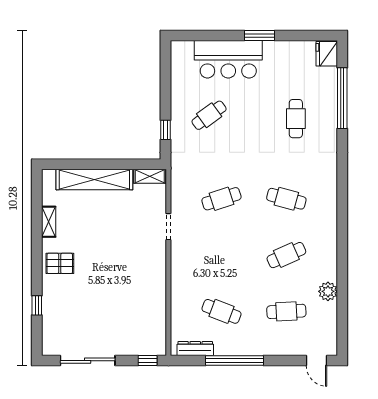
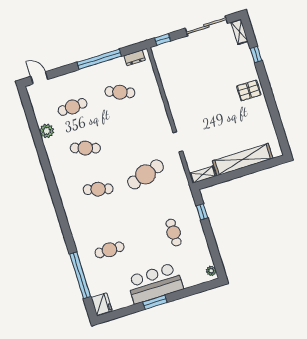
plant: (177, 53) -> (211, 271), added
bar counter: (228, 59) -> (155, 283), moved
cafe table: (209, 115) -> (174, 233), turned -54
cafe table: (296, 119) -> (109, 250), turned 90
cafe table: (221, 199) -> (145, 174), width x1.37, depth x1.35
shelving: (49, 222) -> (239, 32), moved
cafe table: (286, 255) -> (85, 148), turned 42
dresser: (195, 349) -> (135, 58), width x0.70

